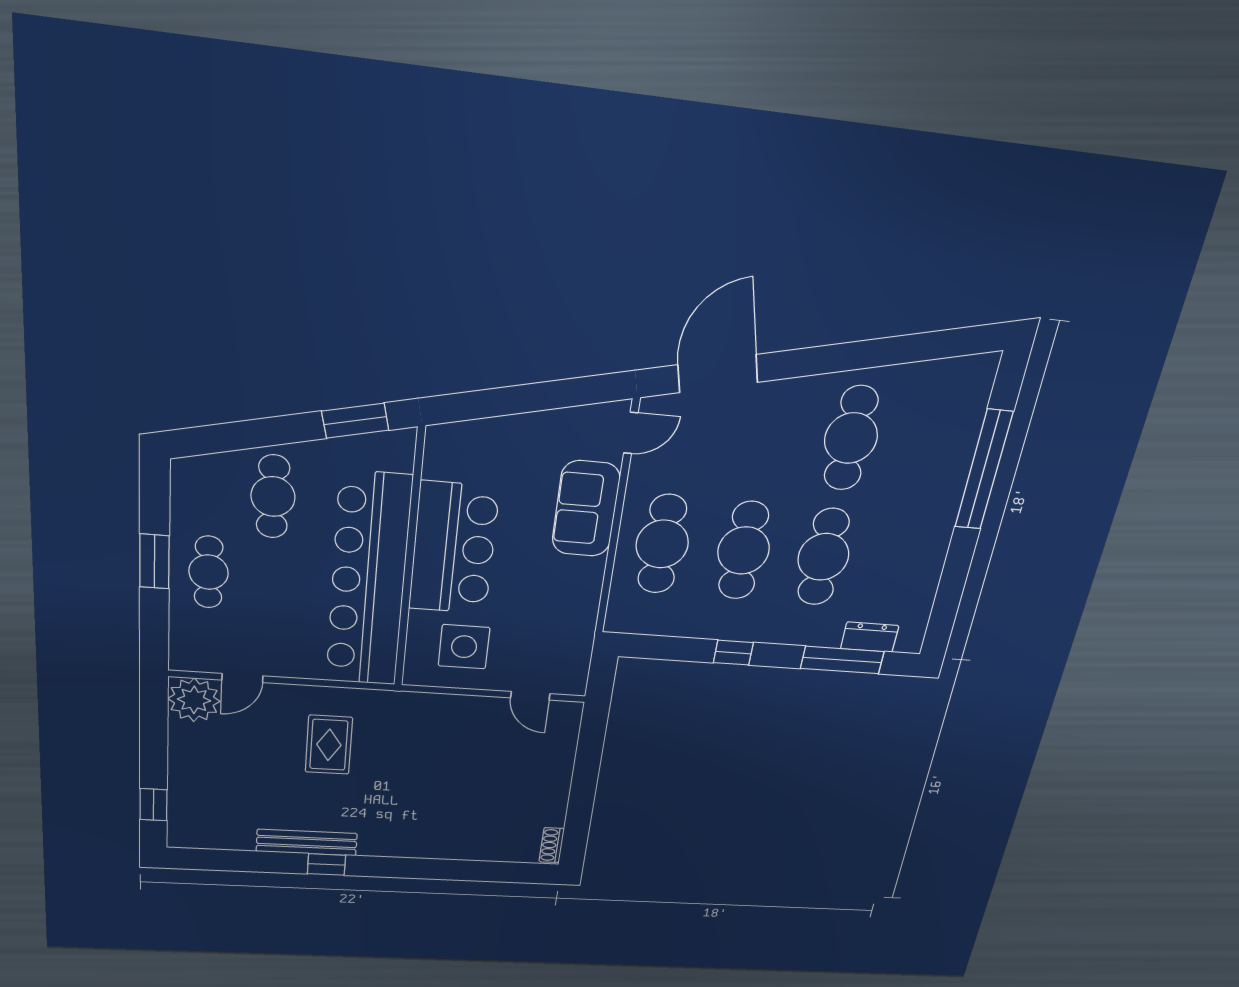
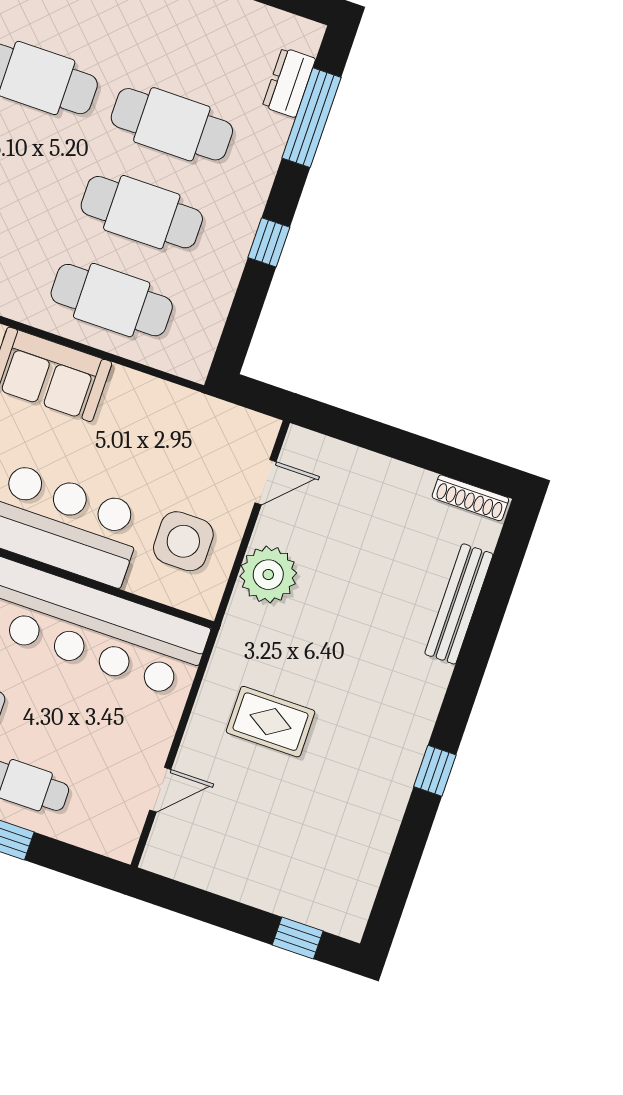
door: (242, 678) -> (160, 790), hinge flipped
plant: (194, 700) -> (268, 575), moved
bench: (307, 842) -> (459, 604), moved
shoe rack: (552, 845) -> (470, 498), width x1.43

